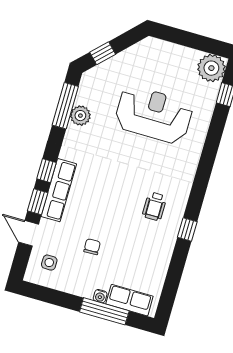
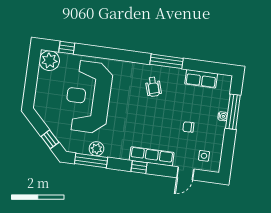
reception desk: (154, 115) -> (88, 97), width x1.36, depth x1.30
window: (38, 202) -> (162, 170), removed
wheelchair: (155, 206) -> (153, 87), turned 73
window: (187, 230) -> (166, 61), width x2.17
row of seats: (129, 300) -> (201, 79), moved, turned -90

